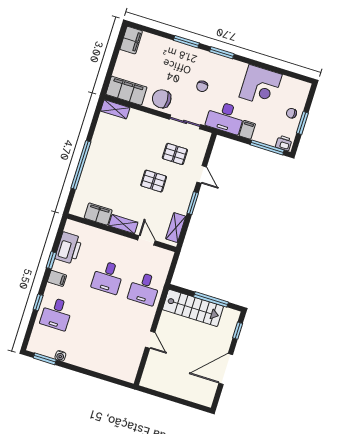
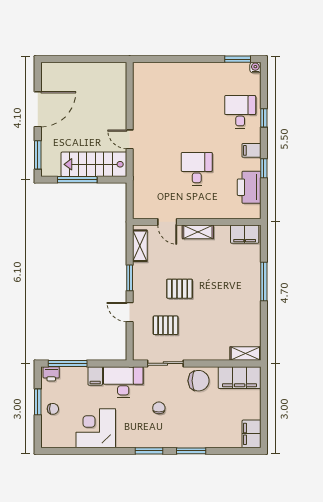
window: (81, 165) -> (264, 281), width x0.68
filing cabinet: (98, 214) -> (245, 234), moved
desk: (144, 289) -> (153, 169), removed
window: (238, 331) -> (38, 155), width x1.50
door: (150, 340) -> (130, 139), moved
water cooler: (60, 356) -> (255, 68), moved

